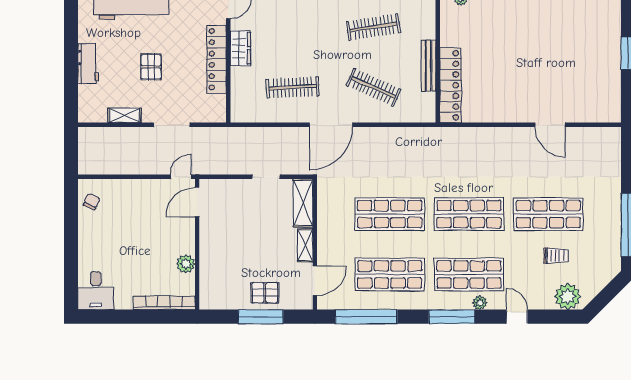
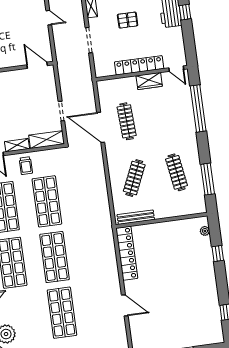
bench: (429, 66) -> (136, 217), moved
locker: (450, 85) -> (127, 253), moved, turned -90
door: (331, 125) -> (101, 127), moved
door: (550, 125) -> (125, 305), swing flipped
door: (181, 177) -> (49, 18), moved
trolley: (556, 256) -> (26, 166), moved

